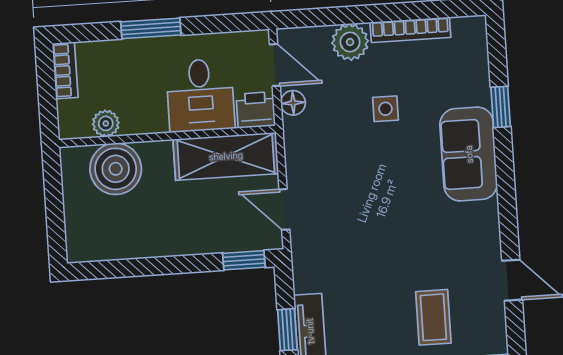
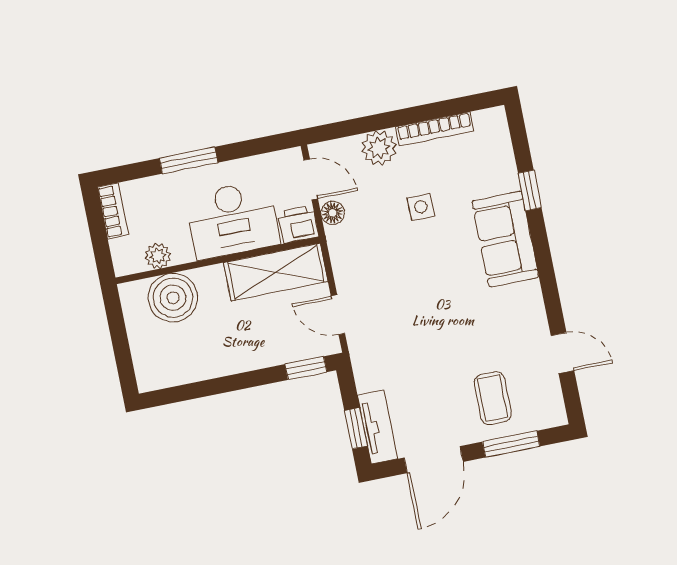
desk: (200, 95) -> (232, 220), width x1.37

